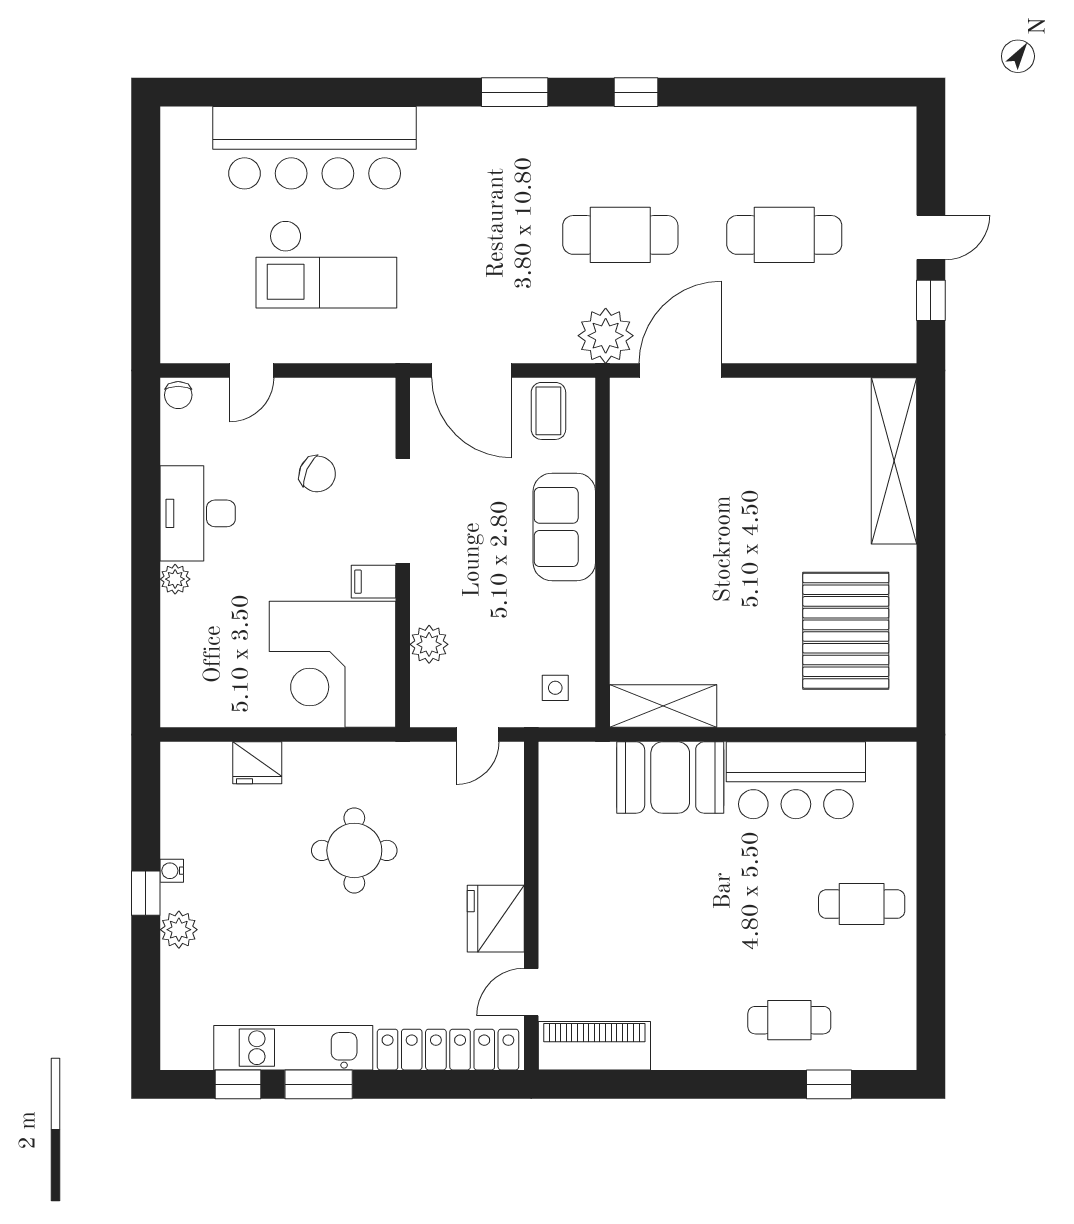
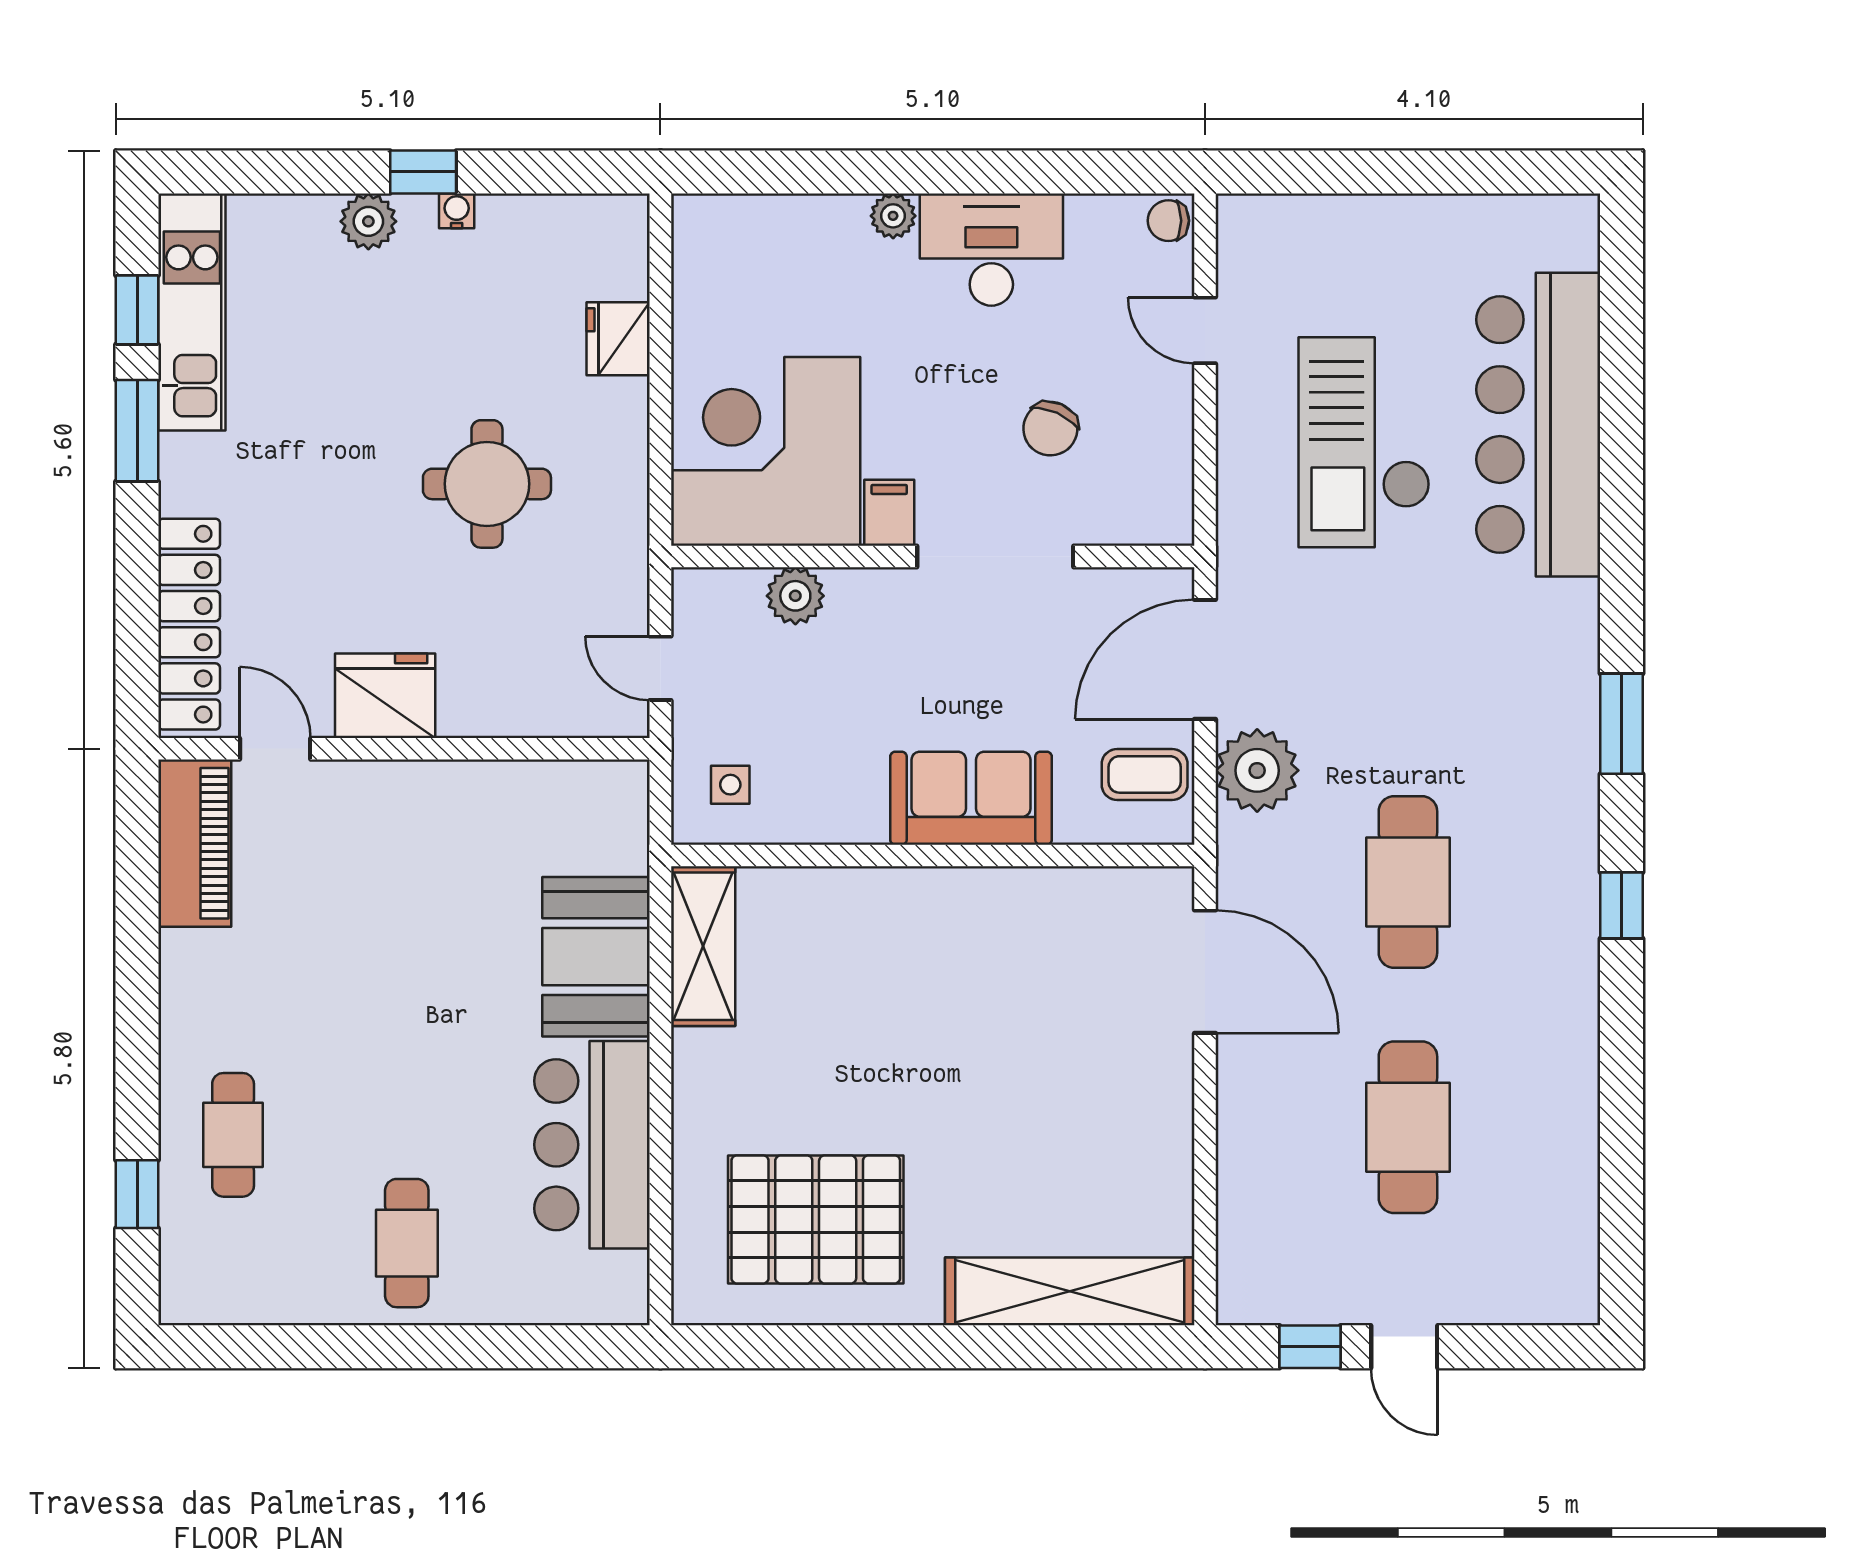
plant: (606, 336) -> (1257, 770), moved
kitchen unit: (293, 1048) -> (192, 312), moved

